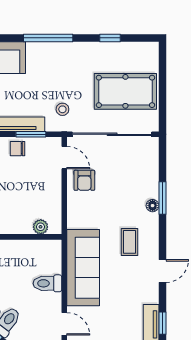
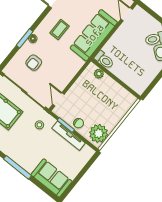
armchair: (84, 180) -> (34, 63), moved, turned 180
toilet: (47, 283) -> (104, 60), moved

